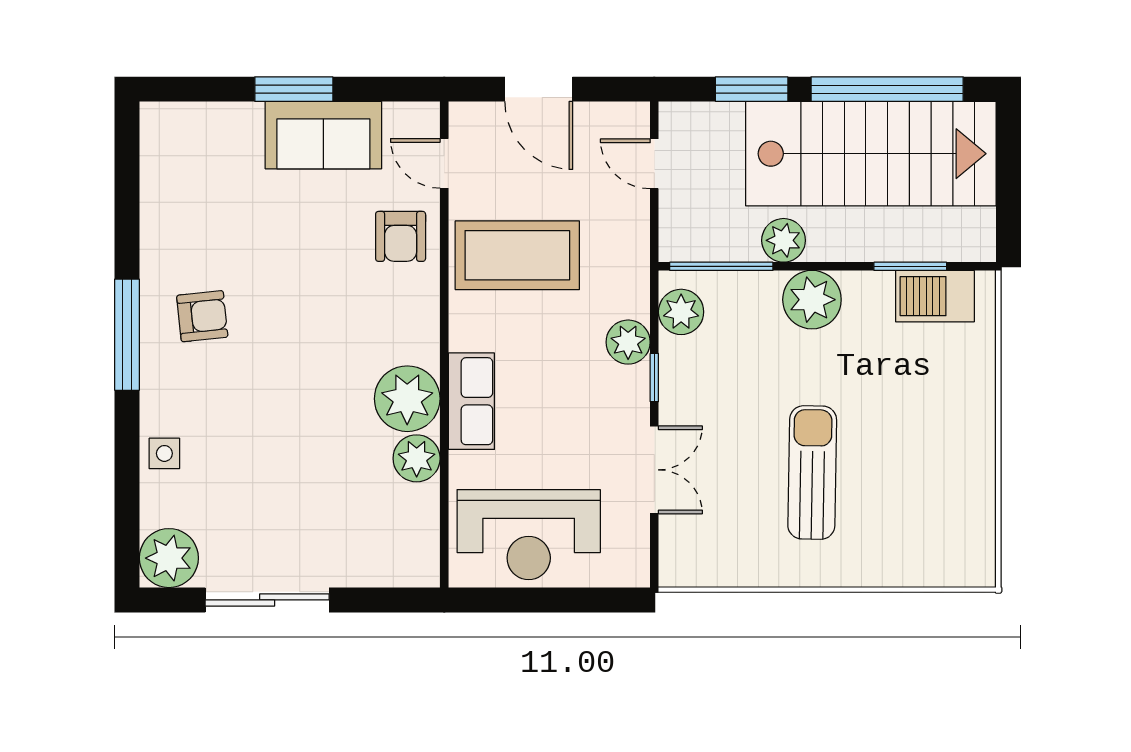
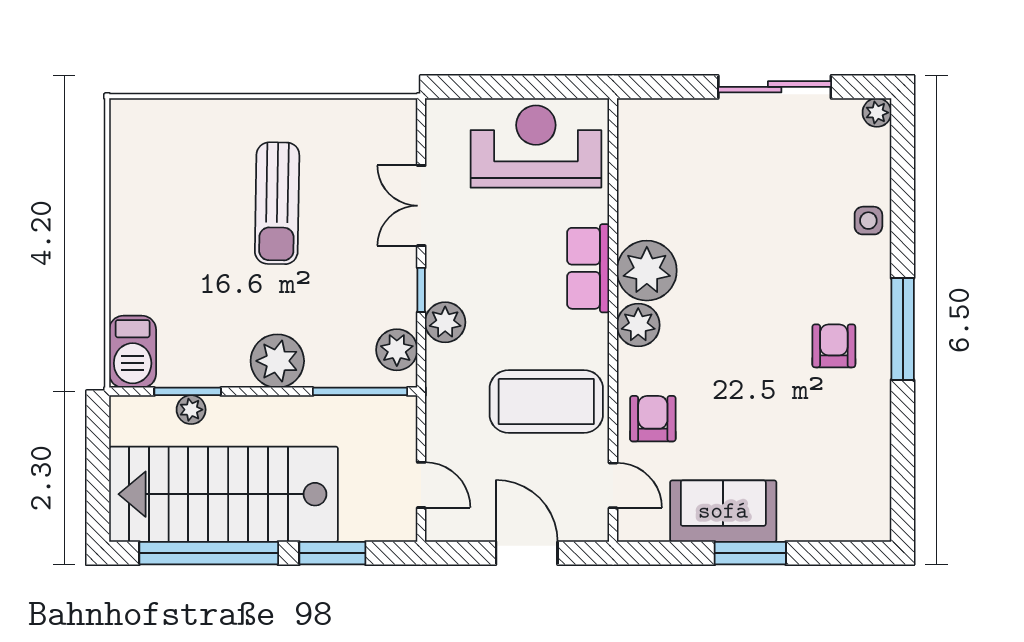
plant: (784, 240) -> (191, 410), moved, width x0.73, depth x0.73
barbecue: (935, 296) -> (133, 352), moved, turned 90
armchair: (202, 316) -> (834, 346), turned 96
plant: (417, 458) -> (638, 325), moved
plant: (169, 558) -> (877, 113), width x0.53, depth x0.53

